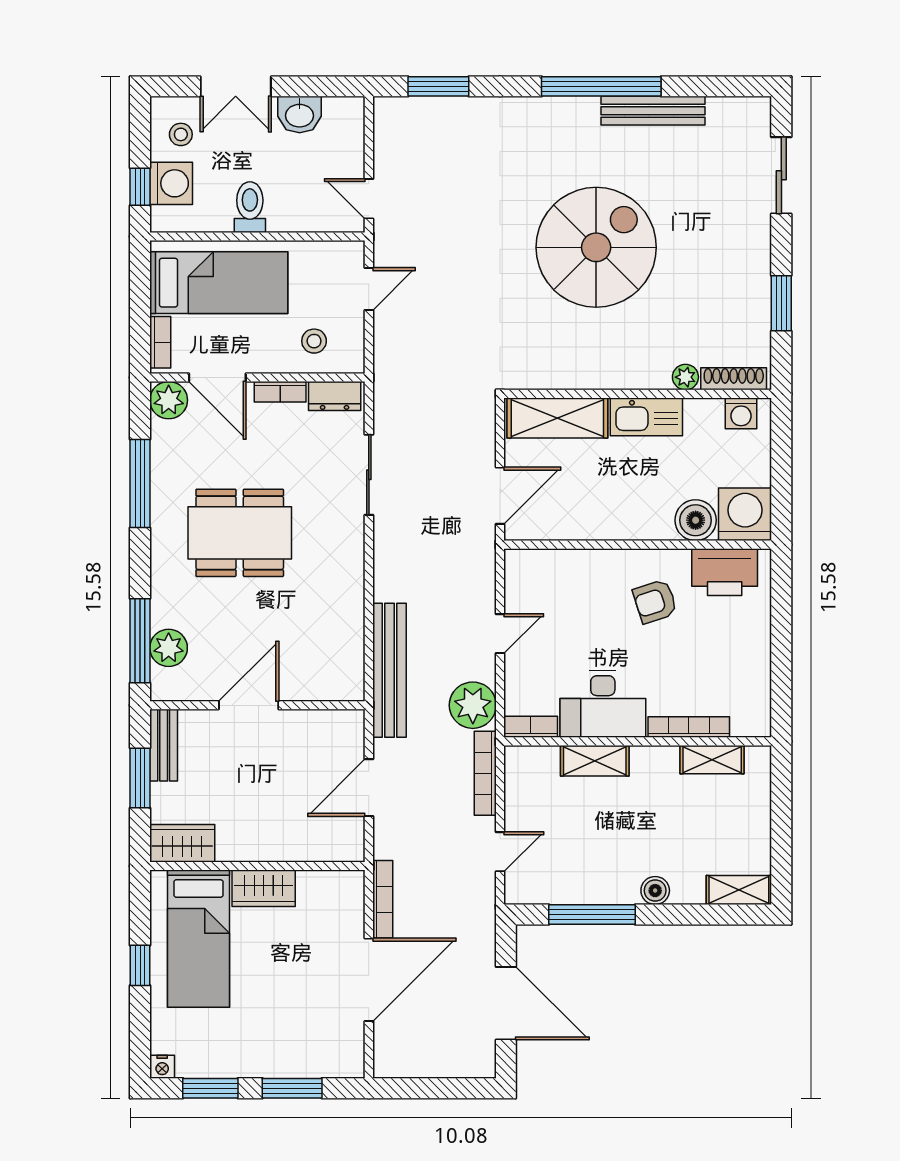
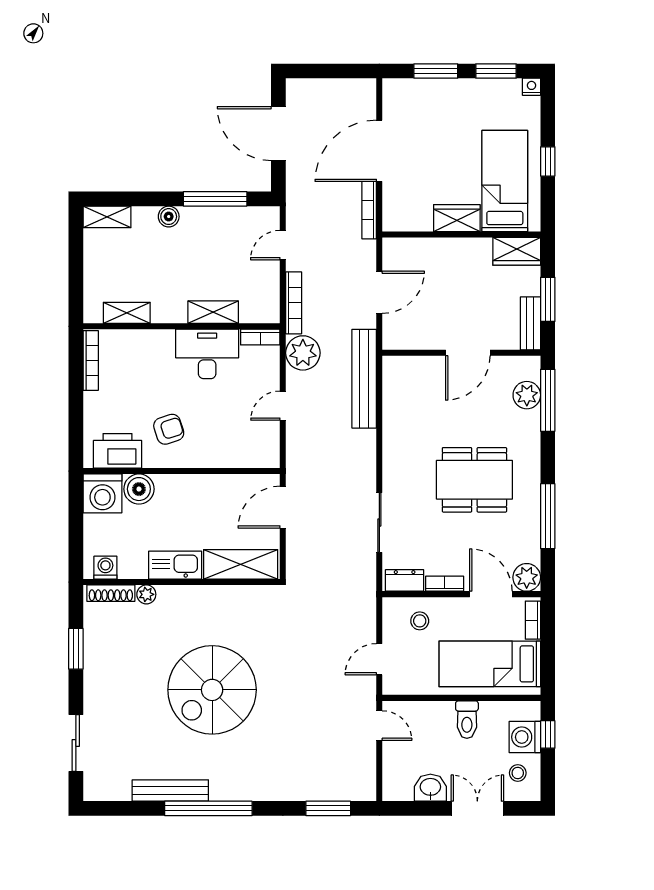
bookcase: (689, 727) -> (91, 360), moved, turned -90

